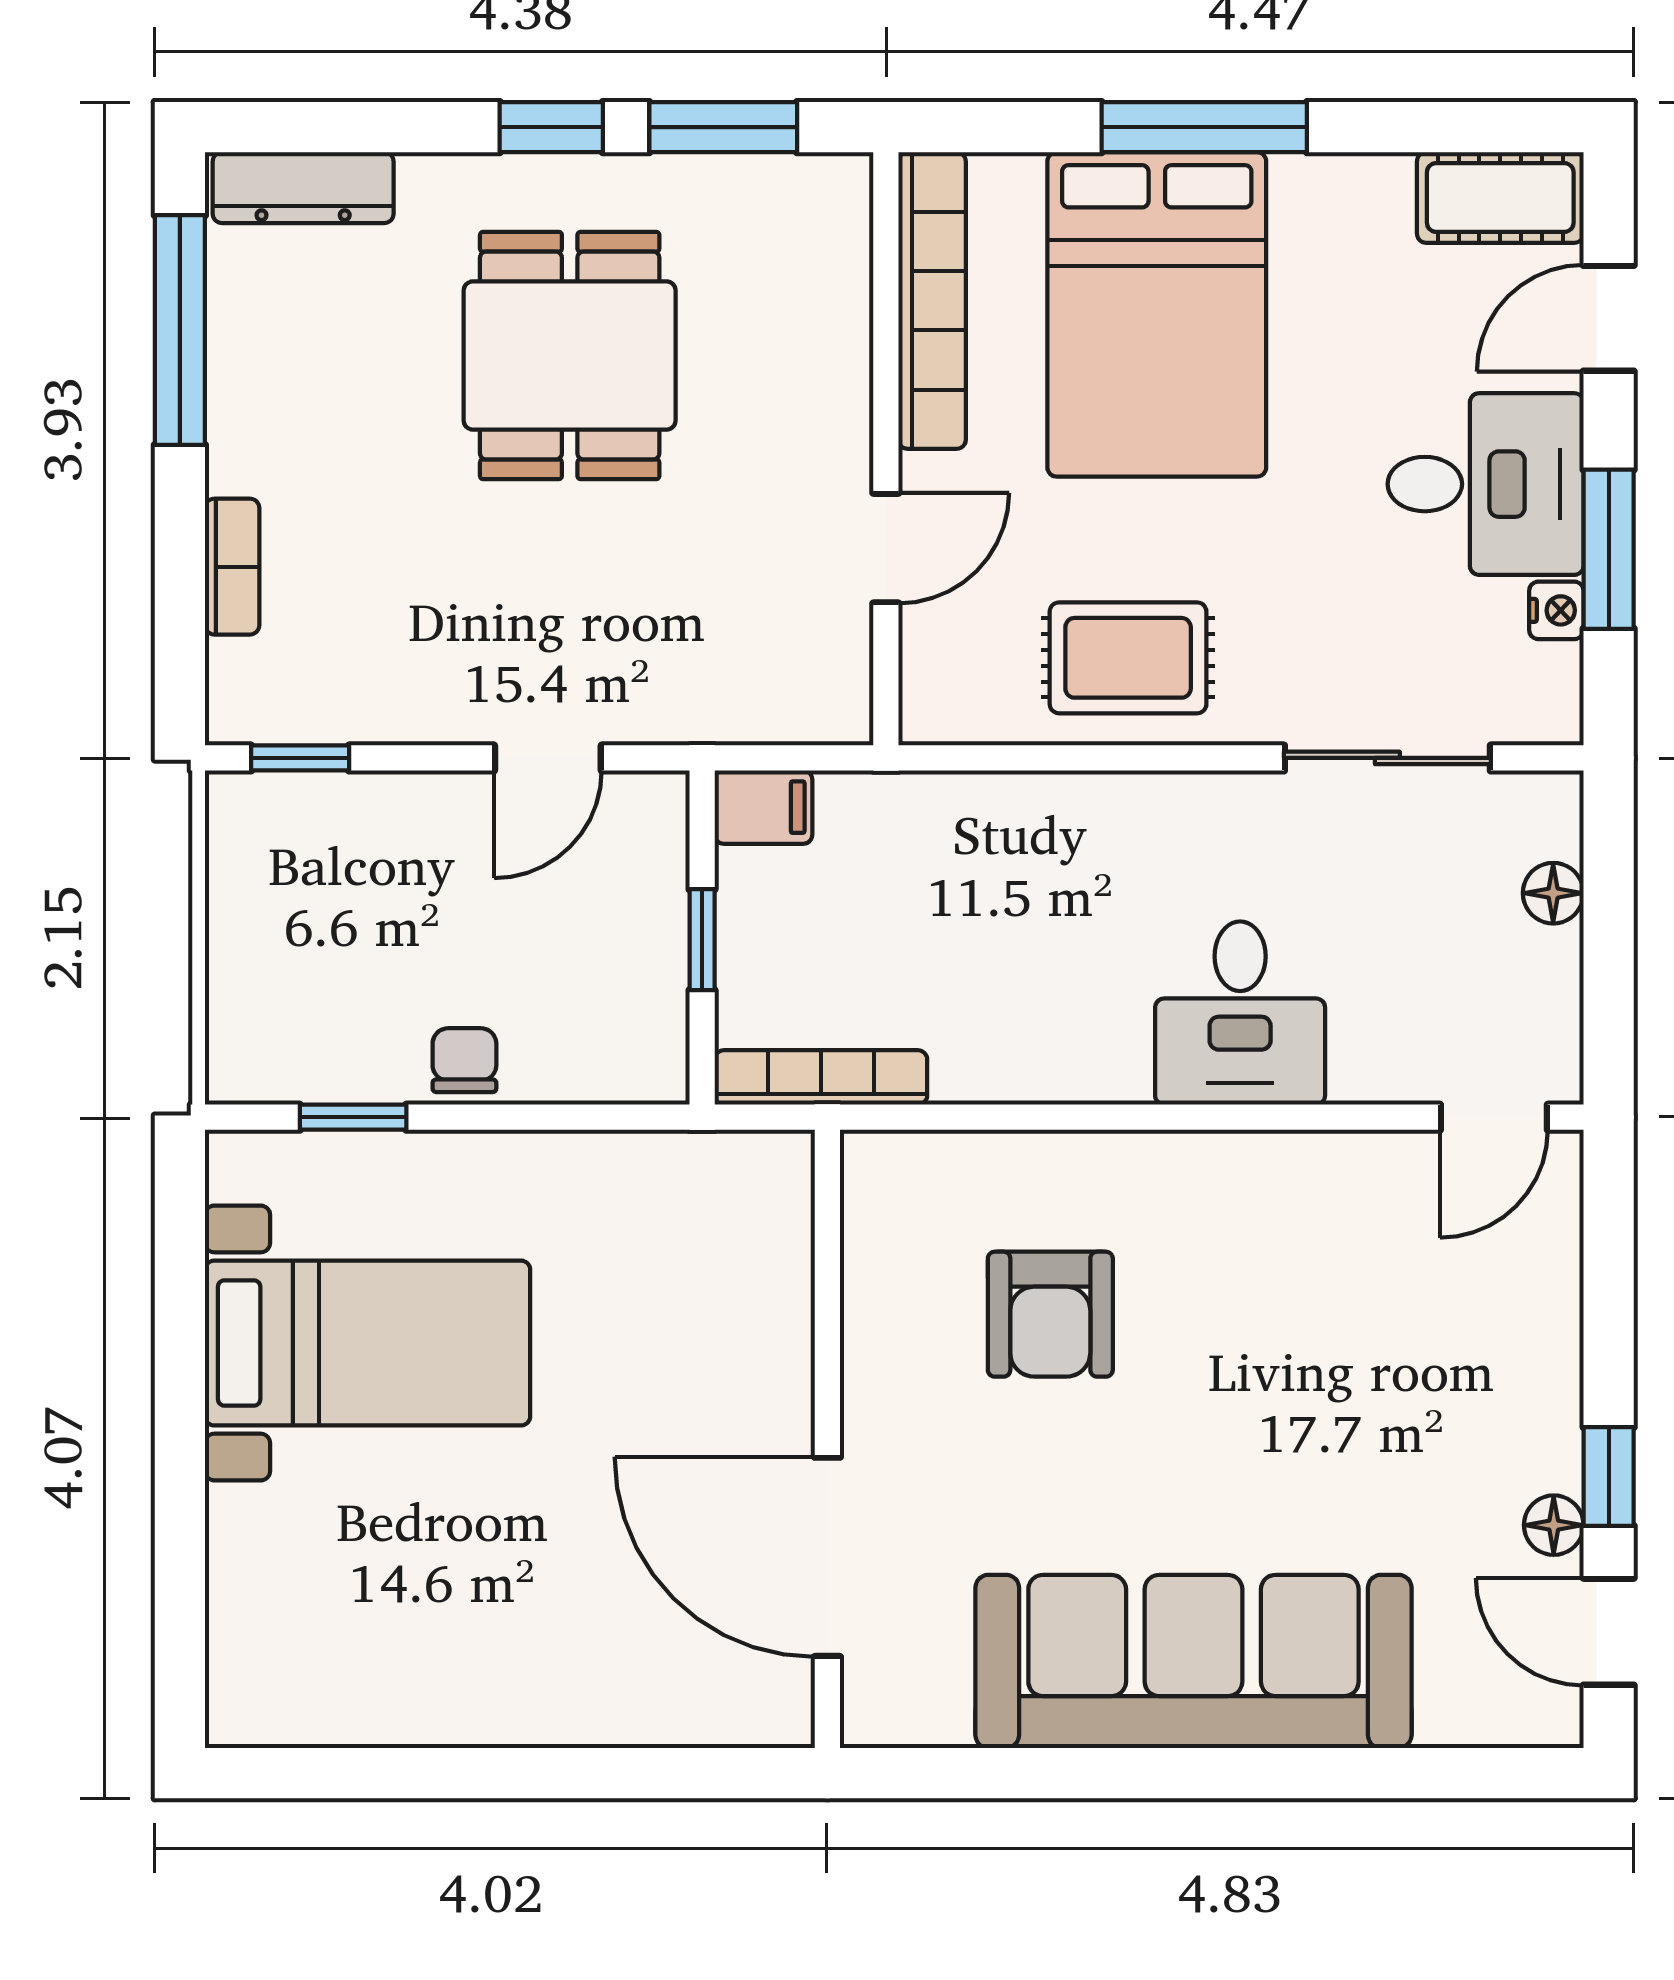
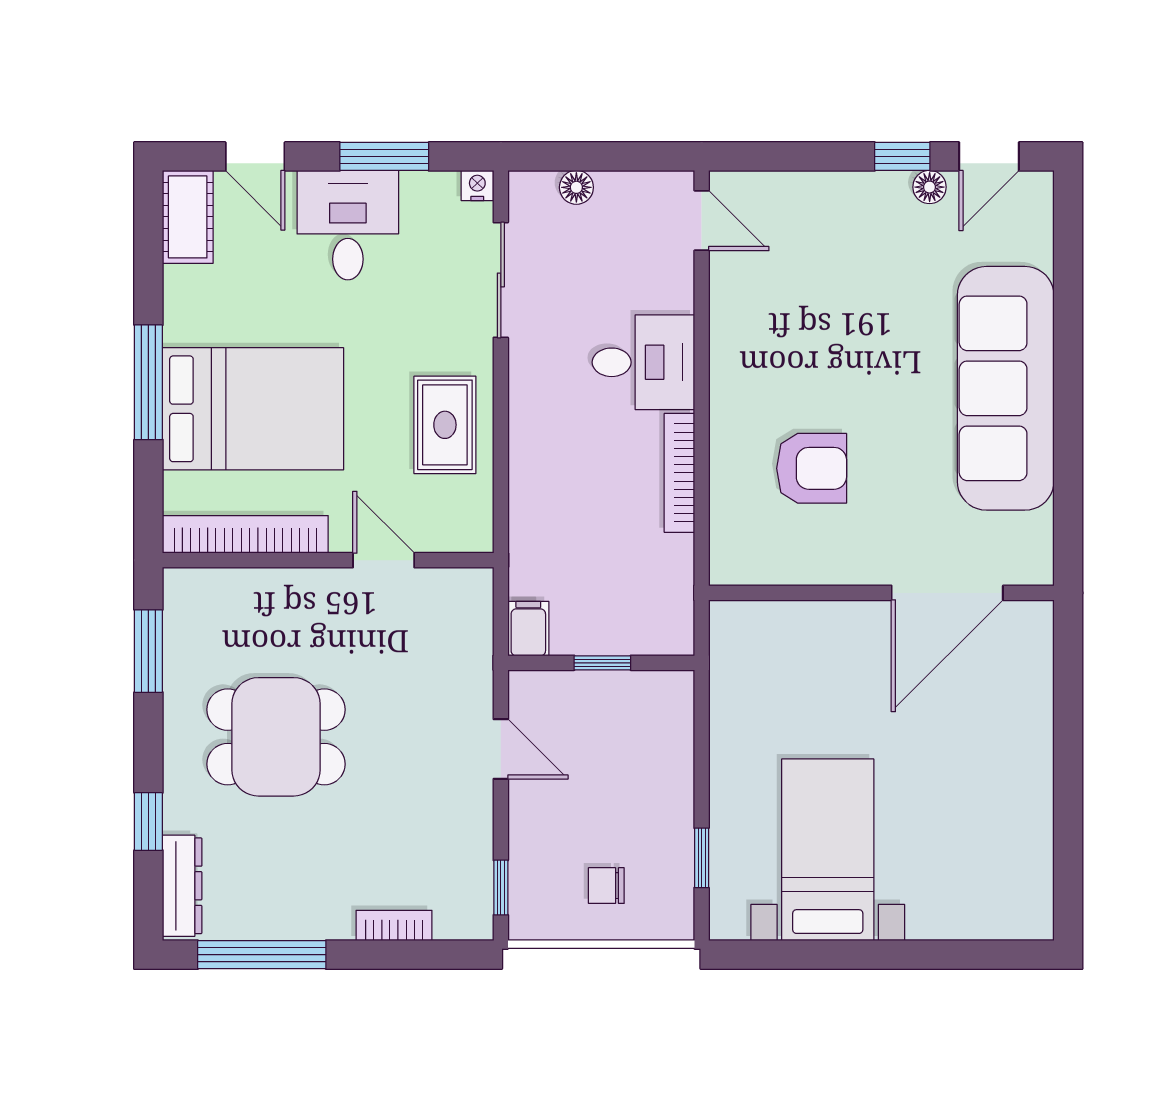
window: (551, 127) -> (148, 821), moved
nightstand: (1556, 610) -> (477, 186), moved
chair: (464, 1060) -> (606, 886), moved
bookcase: (821, 1077) -> (679, 473), moved

